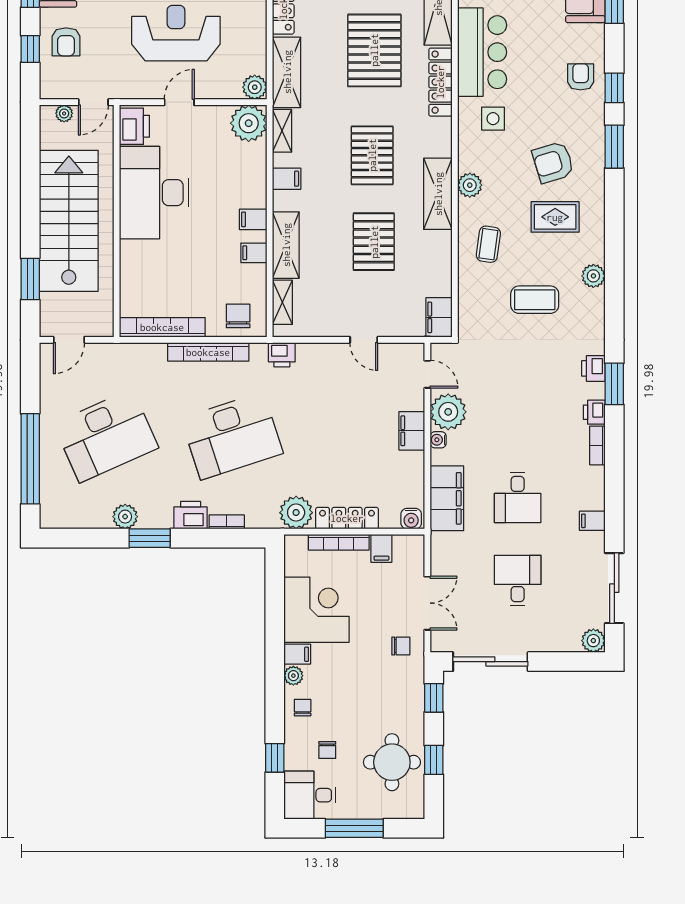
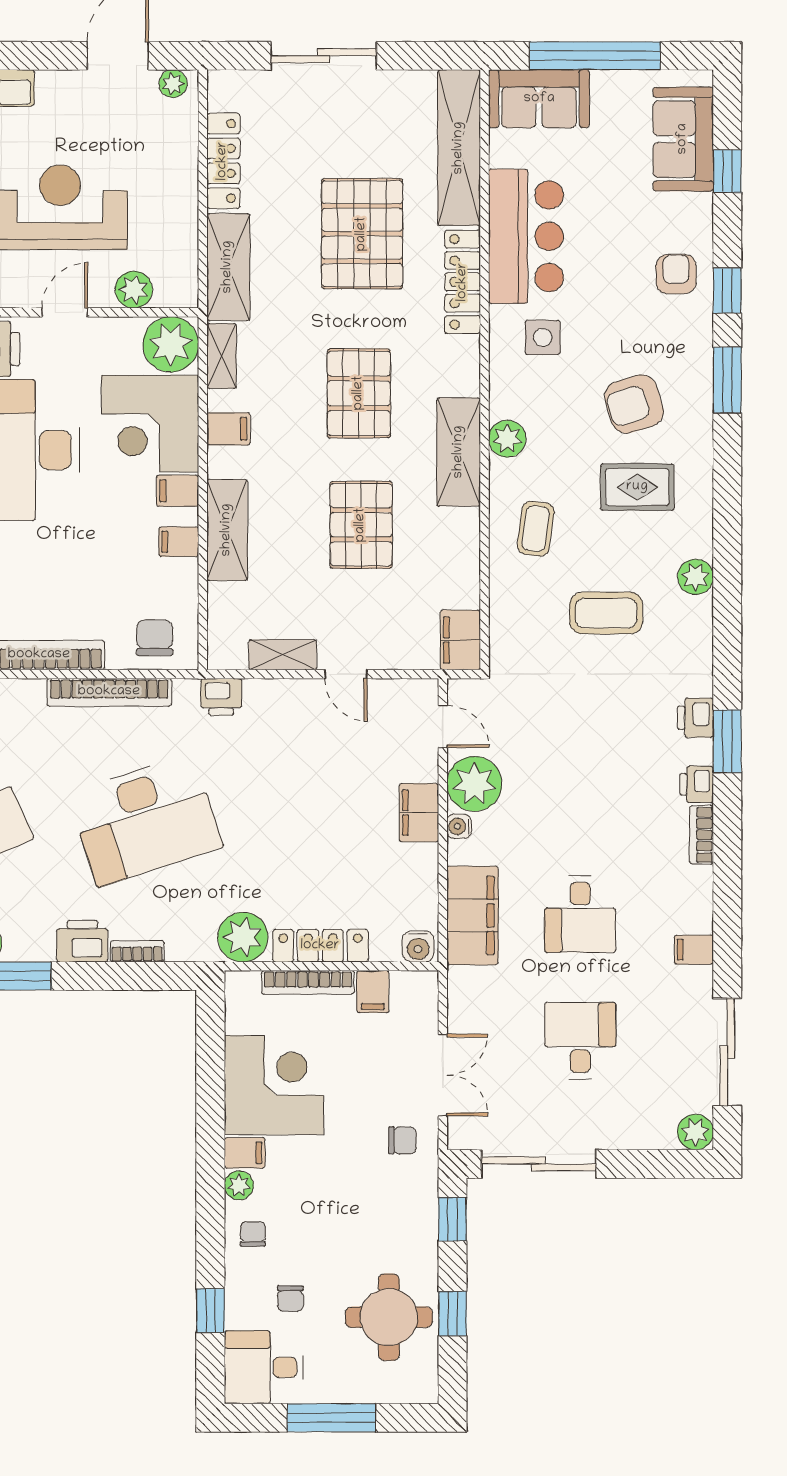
plant: (255, 87) -> (134, 290), moved
corner desk: (235, 175) -> (150, 424), added
shelving: (282, 302) -> (283, 655), moved, turned 90

